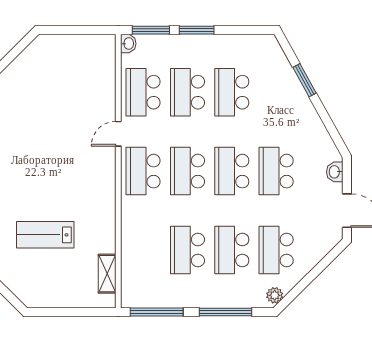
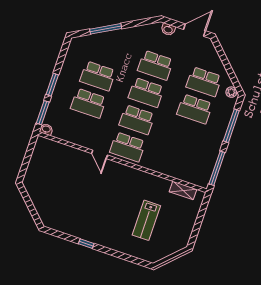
window: (305, 80) -> (106, 29), width x1.44
school desk: (143, 92) -> (79, 130), removed
school desk: (187, 250) -> (185, 136), removed

